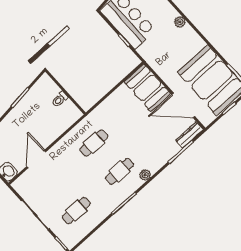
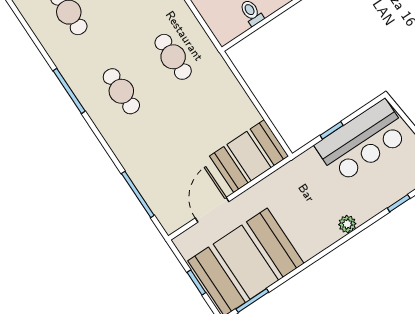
door: (183, 105) -> (212, 210), width x0.73
dresser: (189, 135) -> (163, 212), removed
plant: (145, 175) -> (109, 132), removed

